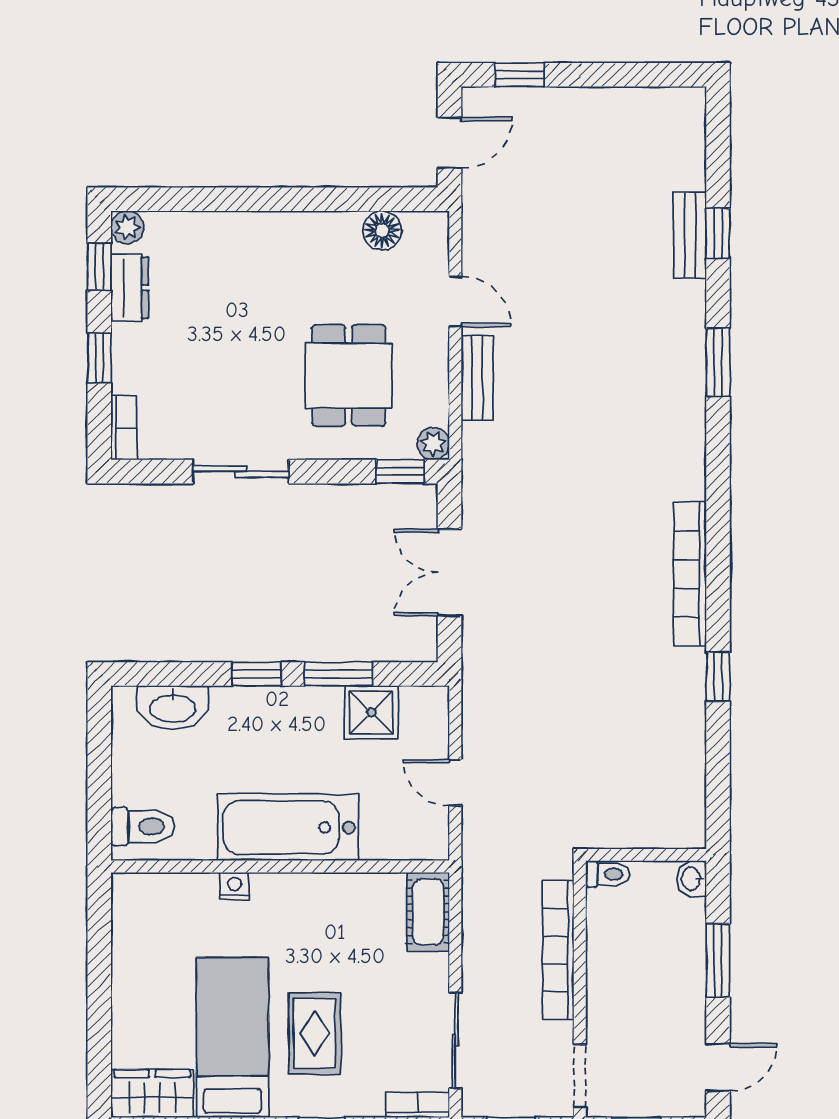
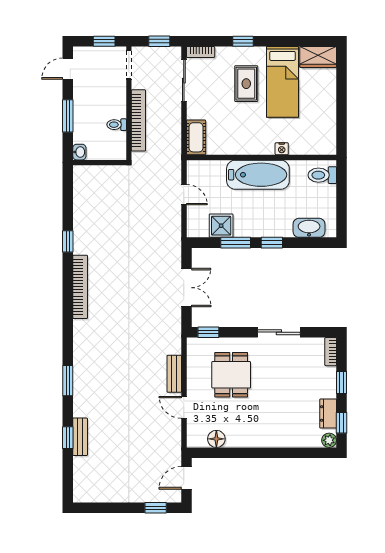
plant: (433, 444) -> (194, 345), removed
toilet: (607, 874) -> (117, 125), moved

